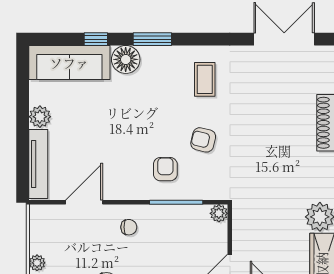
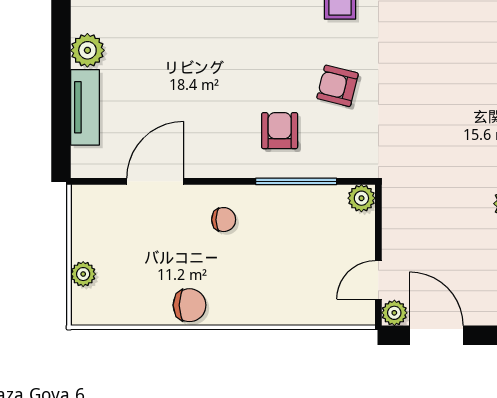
tv unit: (38, 164) -> (85, 107), width x0.71

